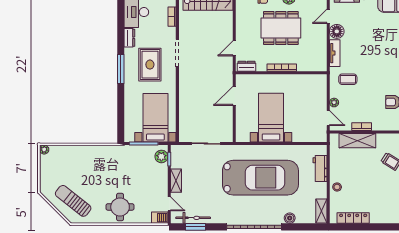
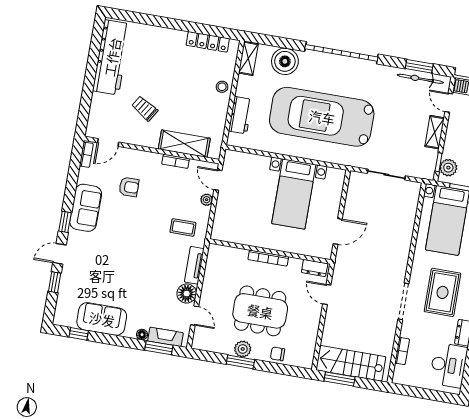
door: (328, 16) -> (195, 316), hinge flipped
door: (234, 48) -> (327, 295), swing flipped
boiler: (290, 218) -> (285, 61), width x1.86, depth x1.86

